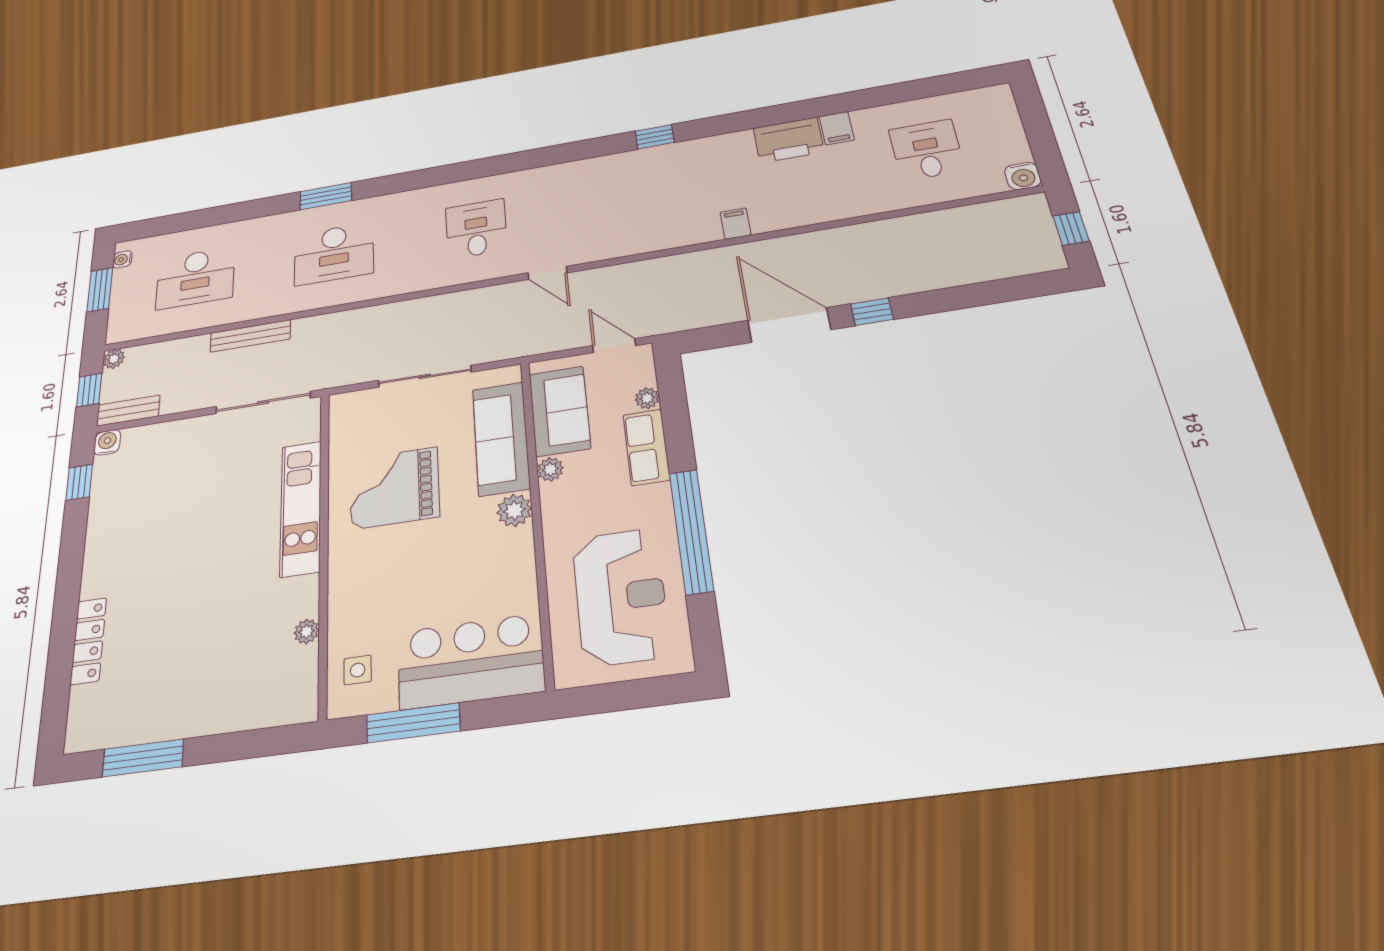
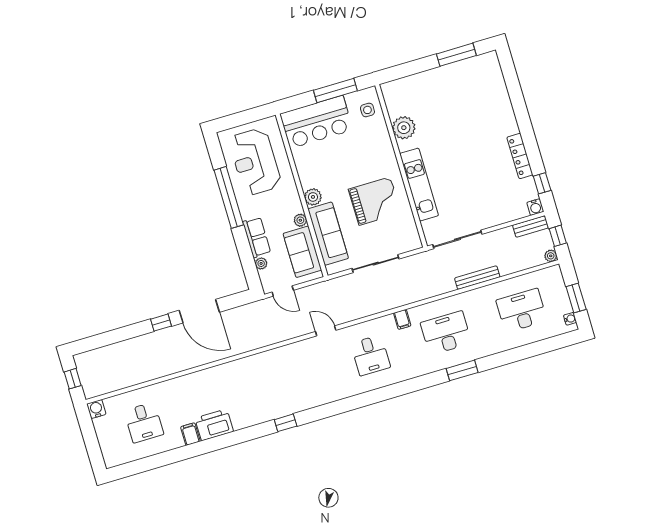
filing cabinet: (736, 224) -> (402, 319), moved
plant: (307, 631) -> (404, 128), width x1.87, depth x1.87
locker: (88, 641) -> (520, 156), moved

